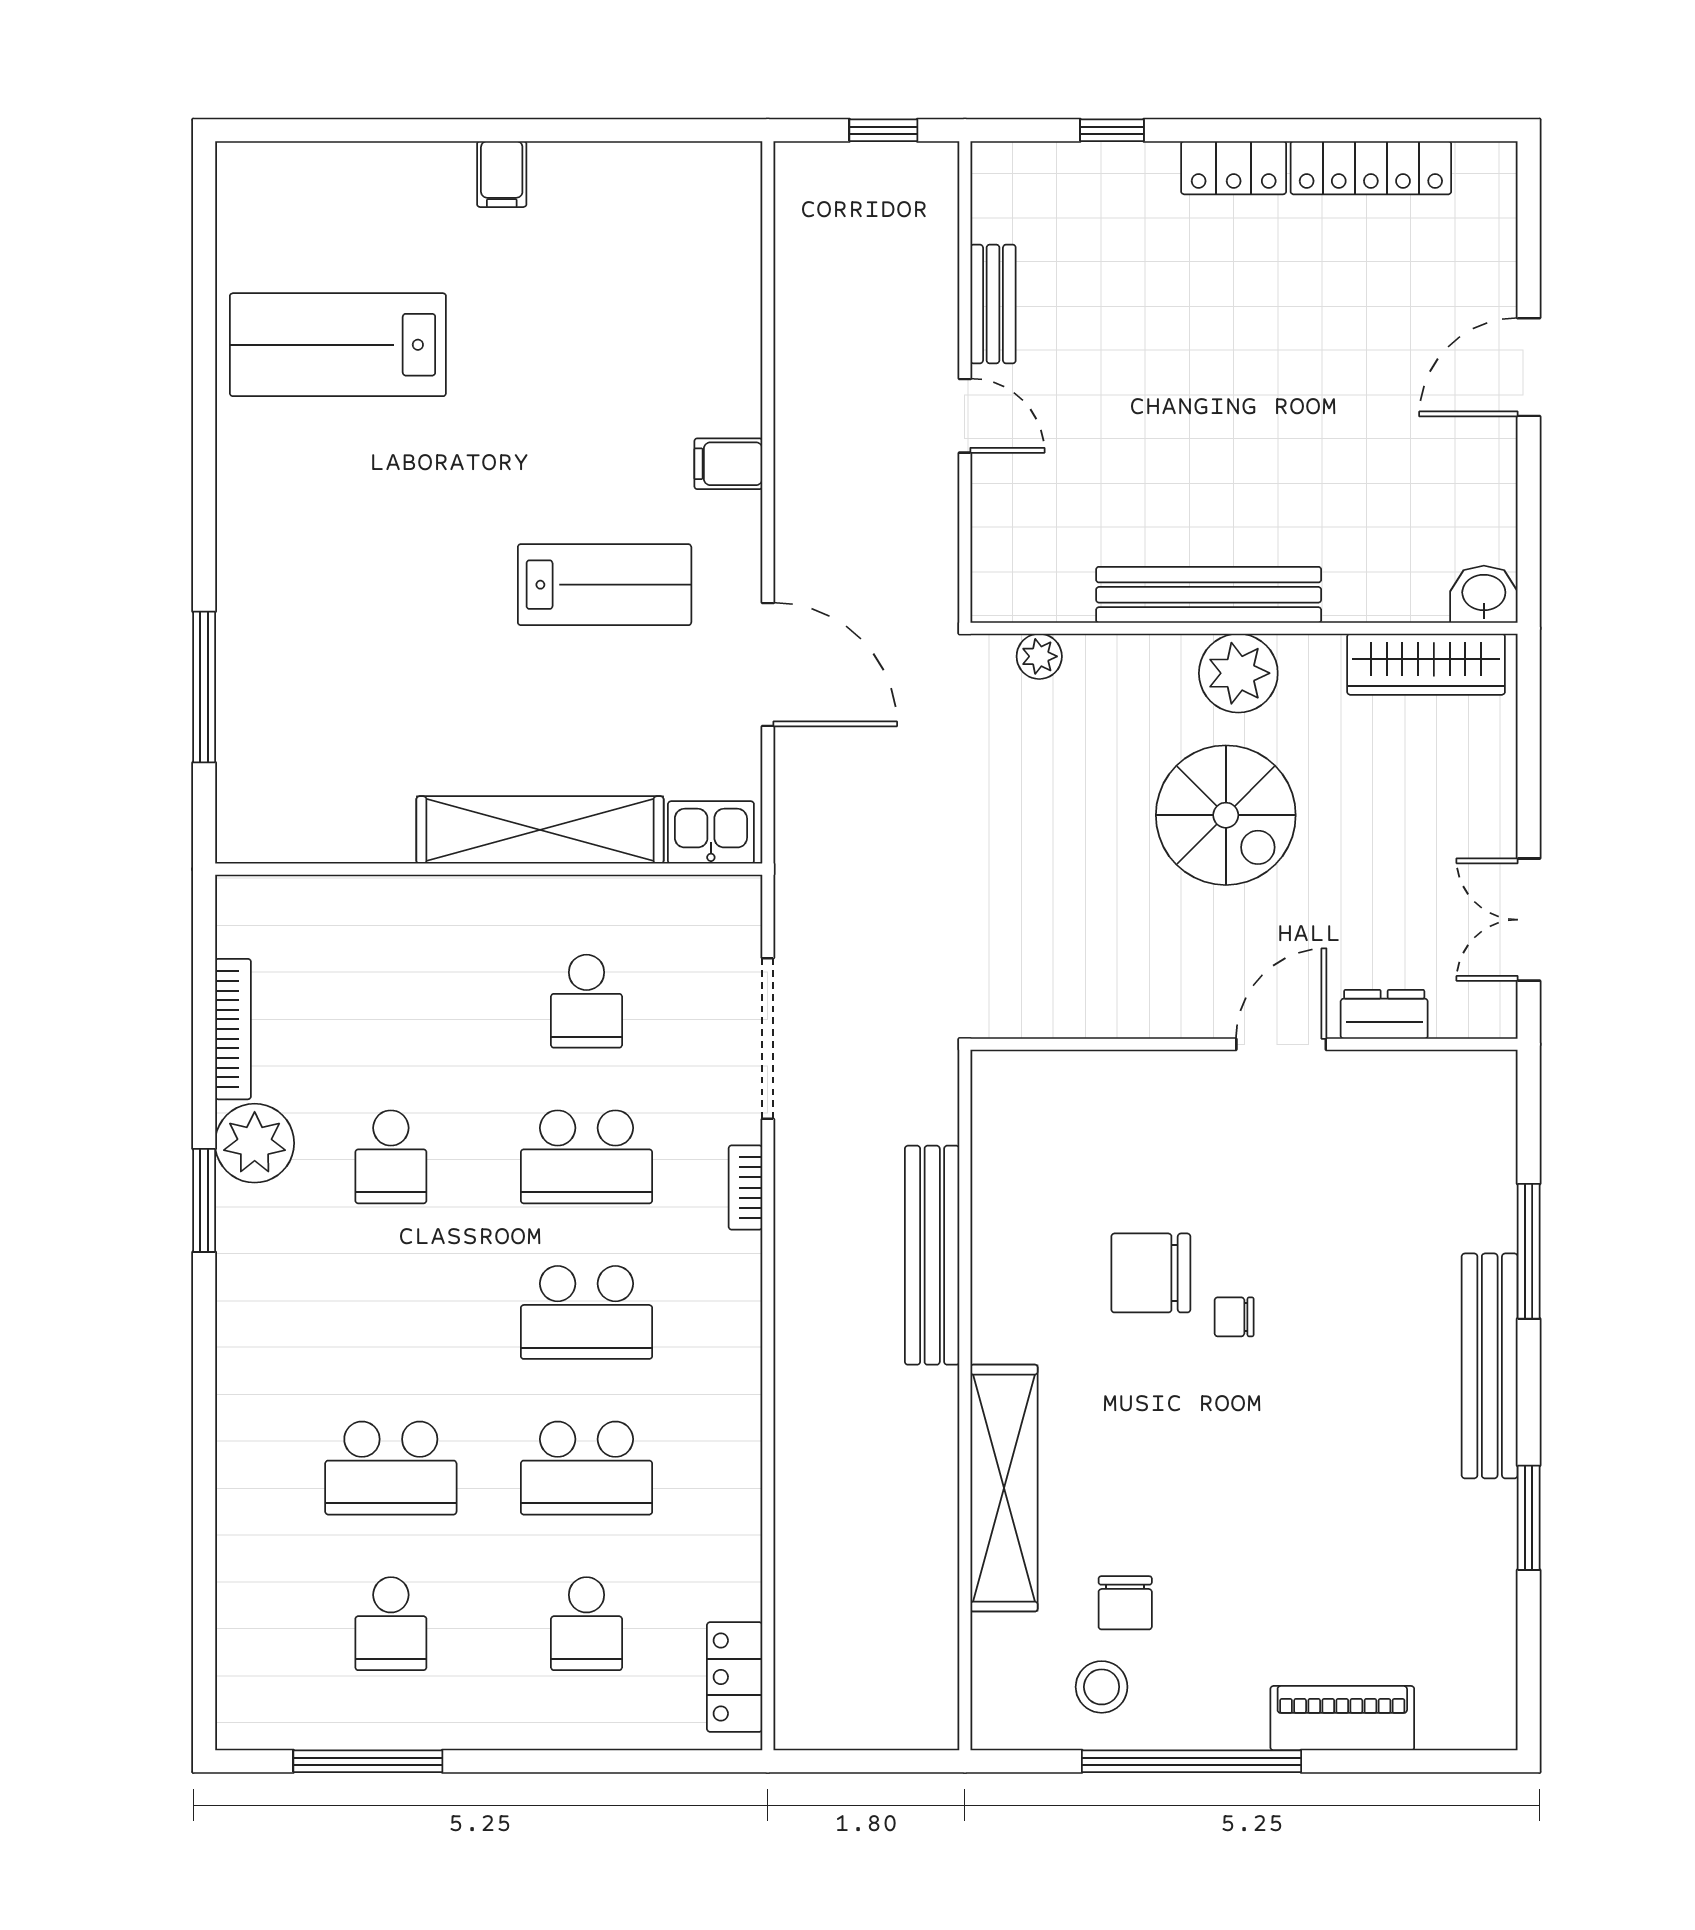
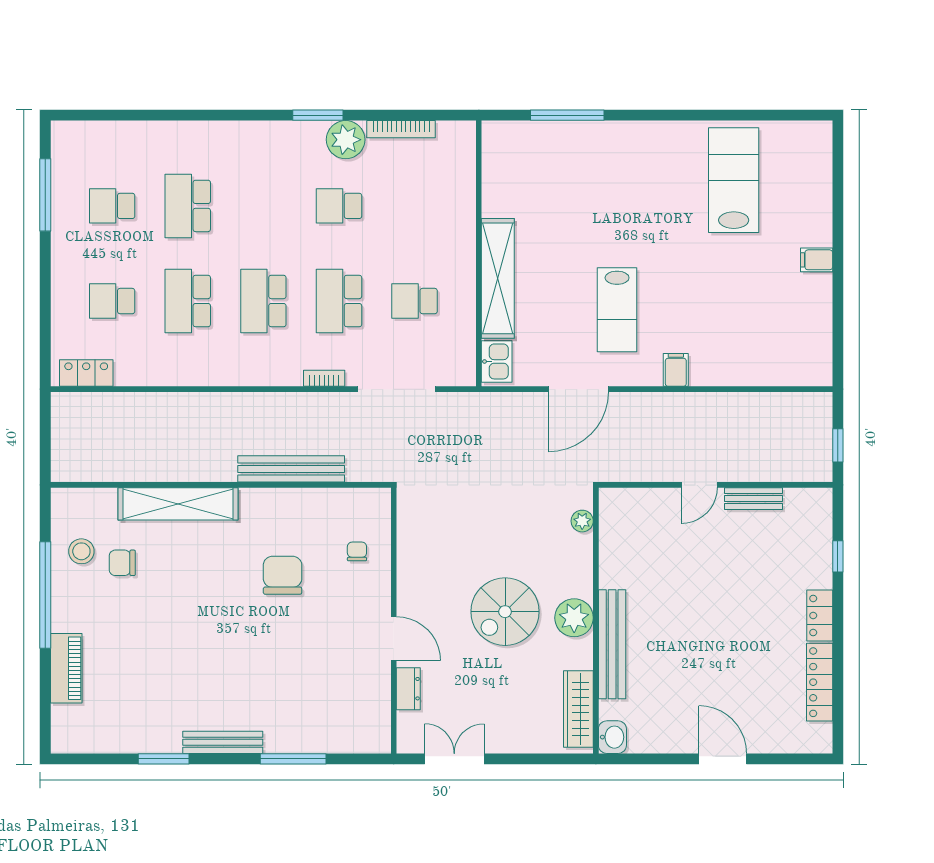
bench: (1209, 595) -> (612, 644), moved
chair: (1234, 1317) -> (357, 551), moved
bench: (1490, 1366) -> (223, 742), width x0.73, depth x0.82

